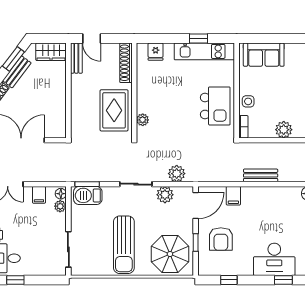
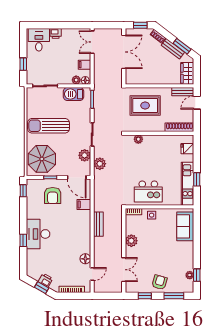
rug: (114, 110) -> (145, 106), moved
barbecue: (88, 195) -> (74, 94), moved, turned -90
armchair: (221, 239) -> (53, 196), turned -90
window: (15, 280) -> (23, 64), moved
window: (229, 280) -> (23, 191), moved

